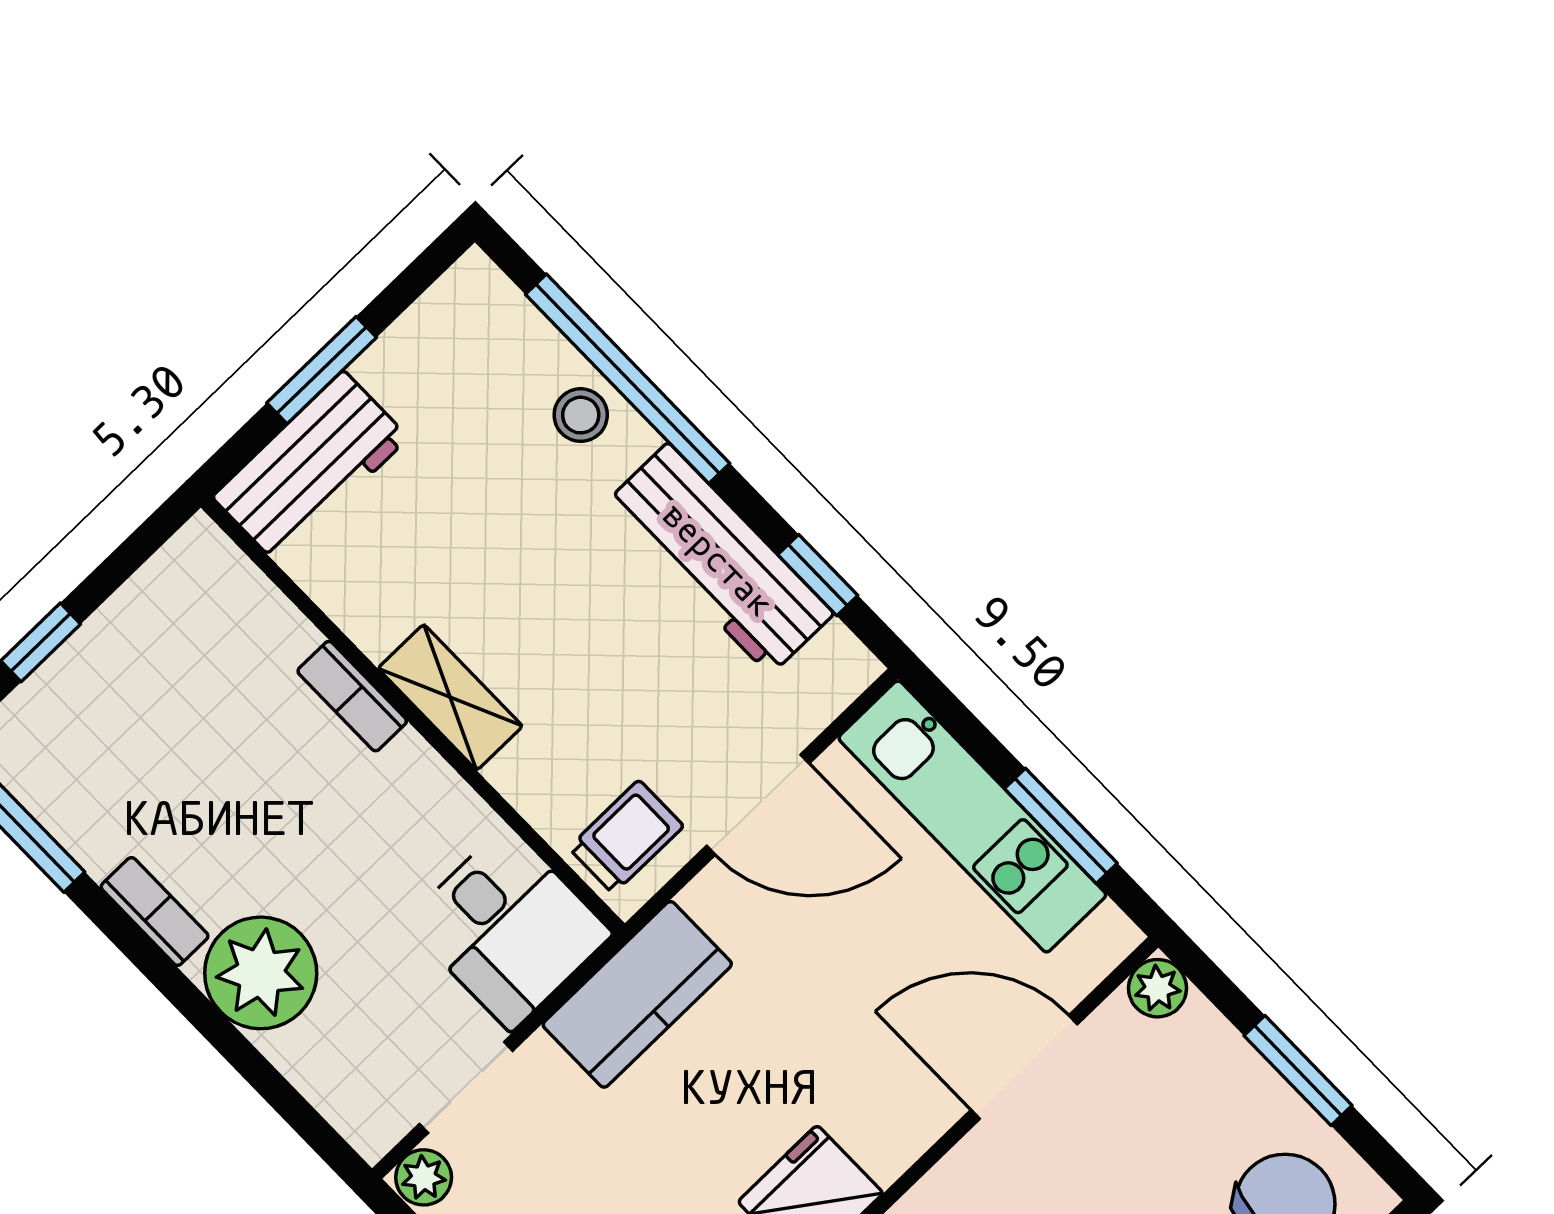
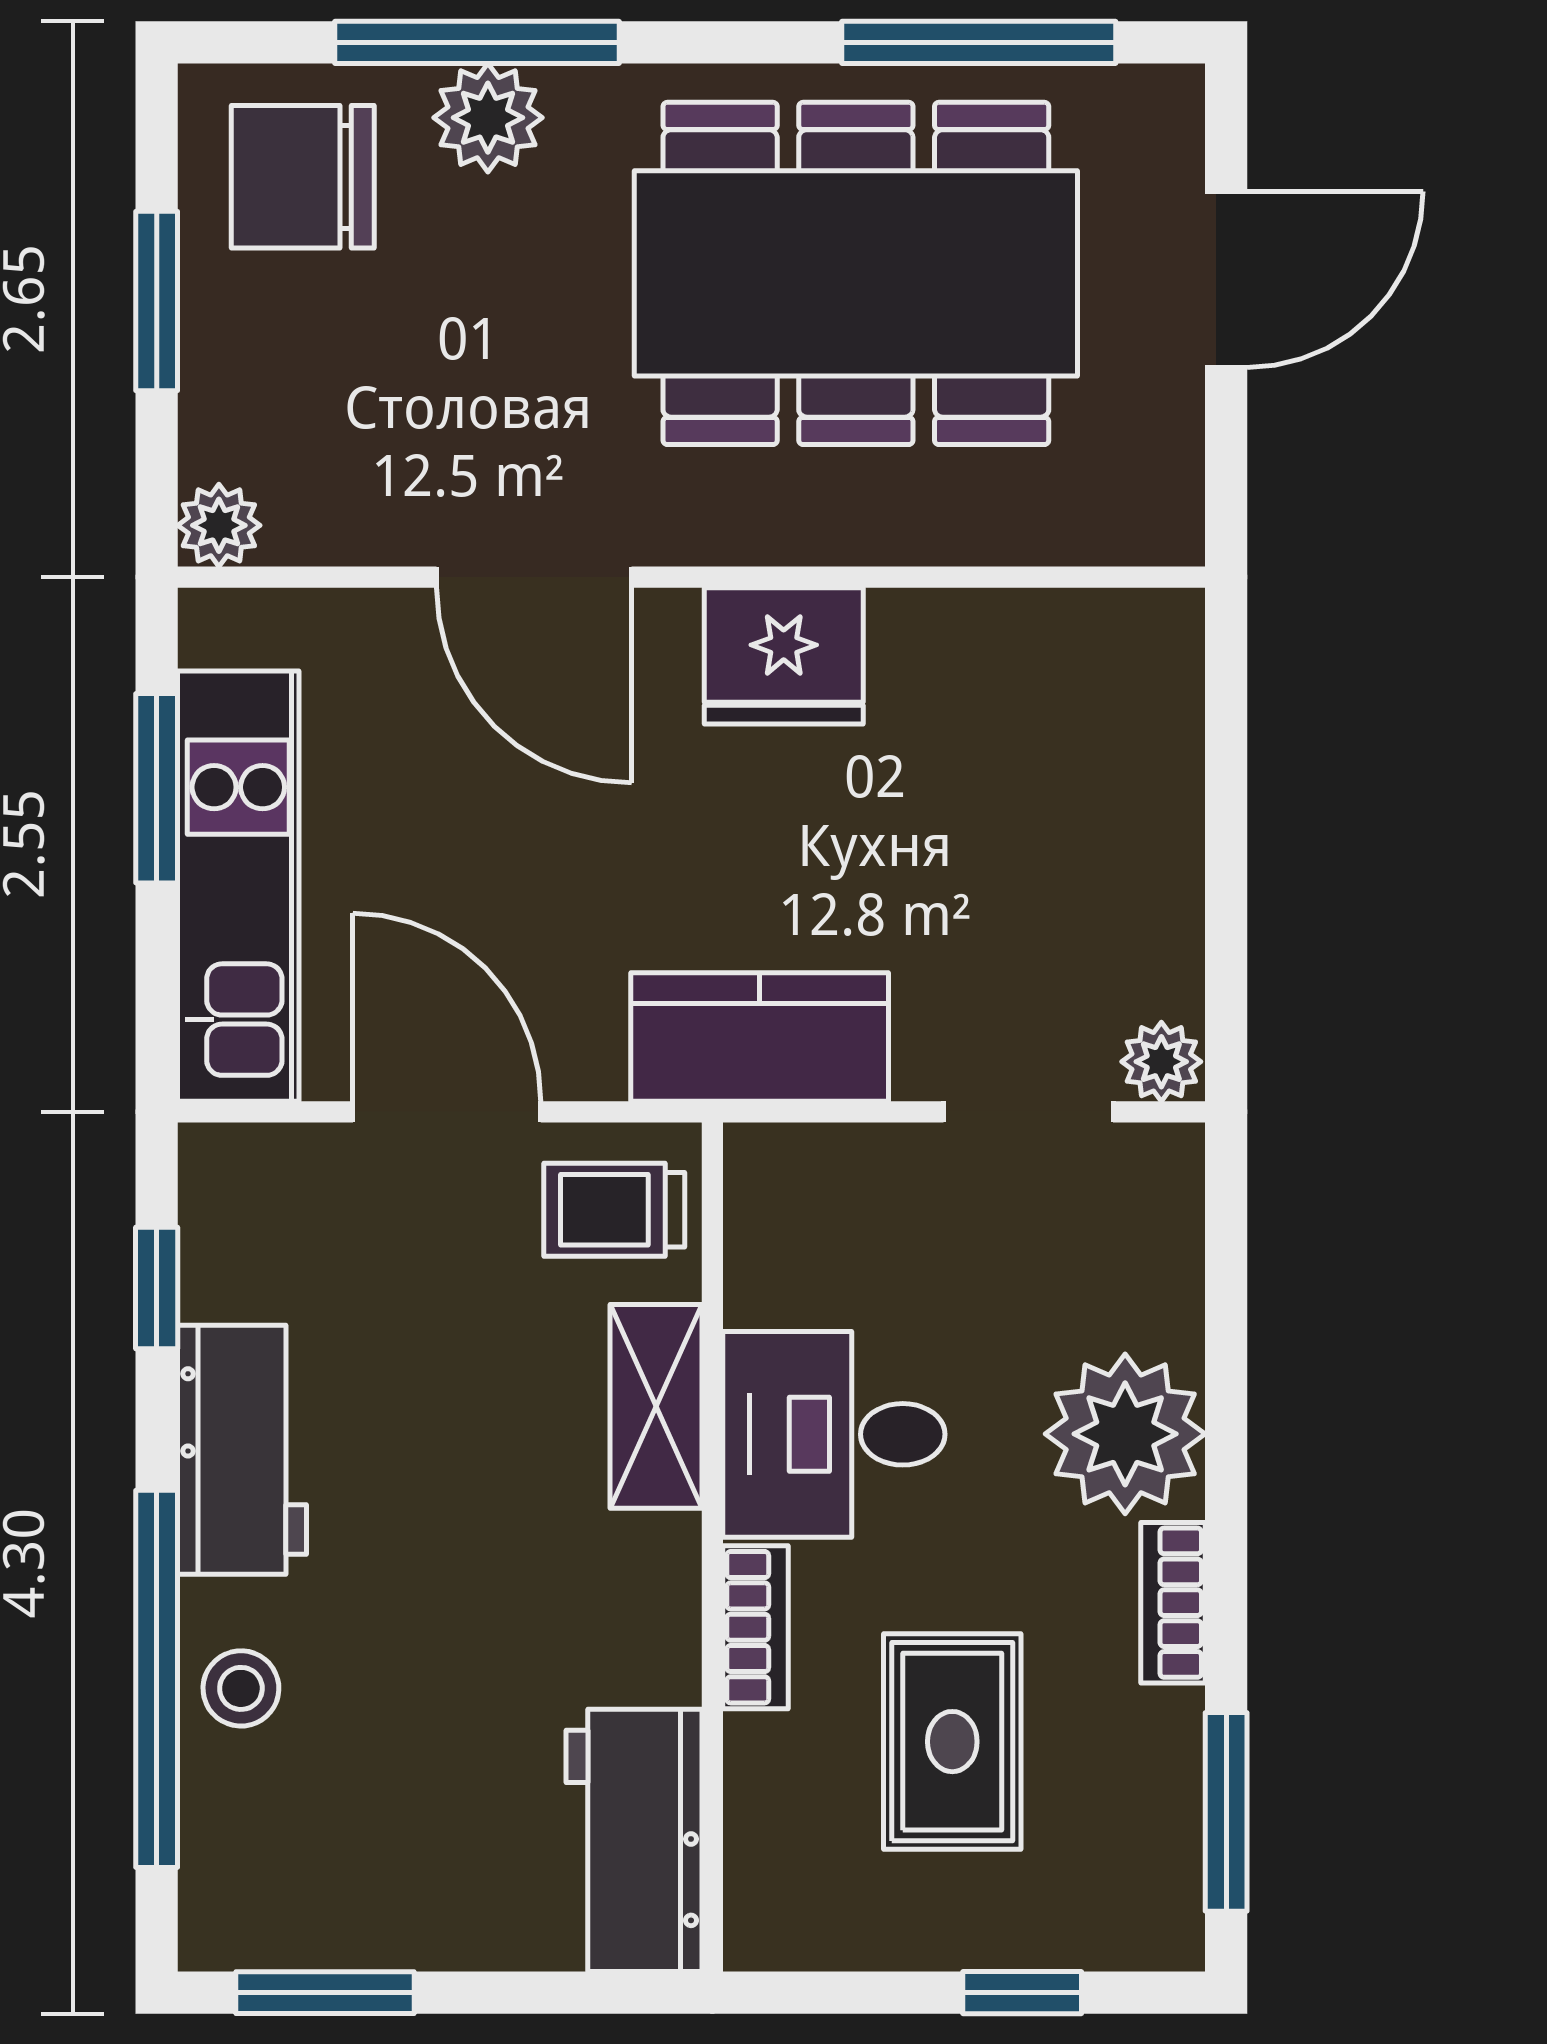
window: (322, 370) -> (325, 1993), moved
workbench: (310, 467) -> (634, 1840), moved, turned -90
workbench: (719, 559) -> (242, 1450), width x0.73
shelving: (450, 697) -> (656, 1406), moved
rug: (198, 734) -> (952, 1742), added
desk: (508, 928) -> (834, 1434), moved, turned -90
door: (1024, 1067) -> (534, 577), moved

